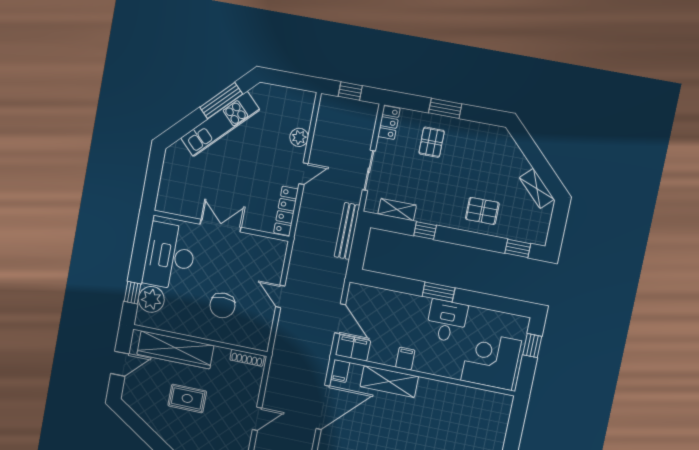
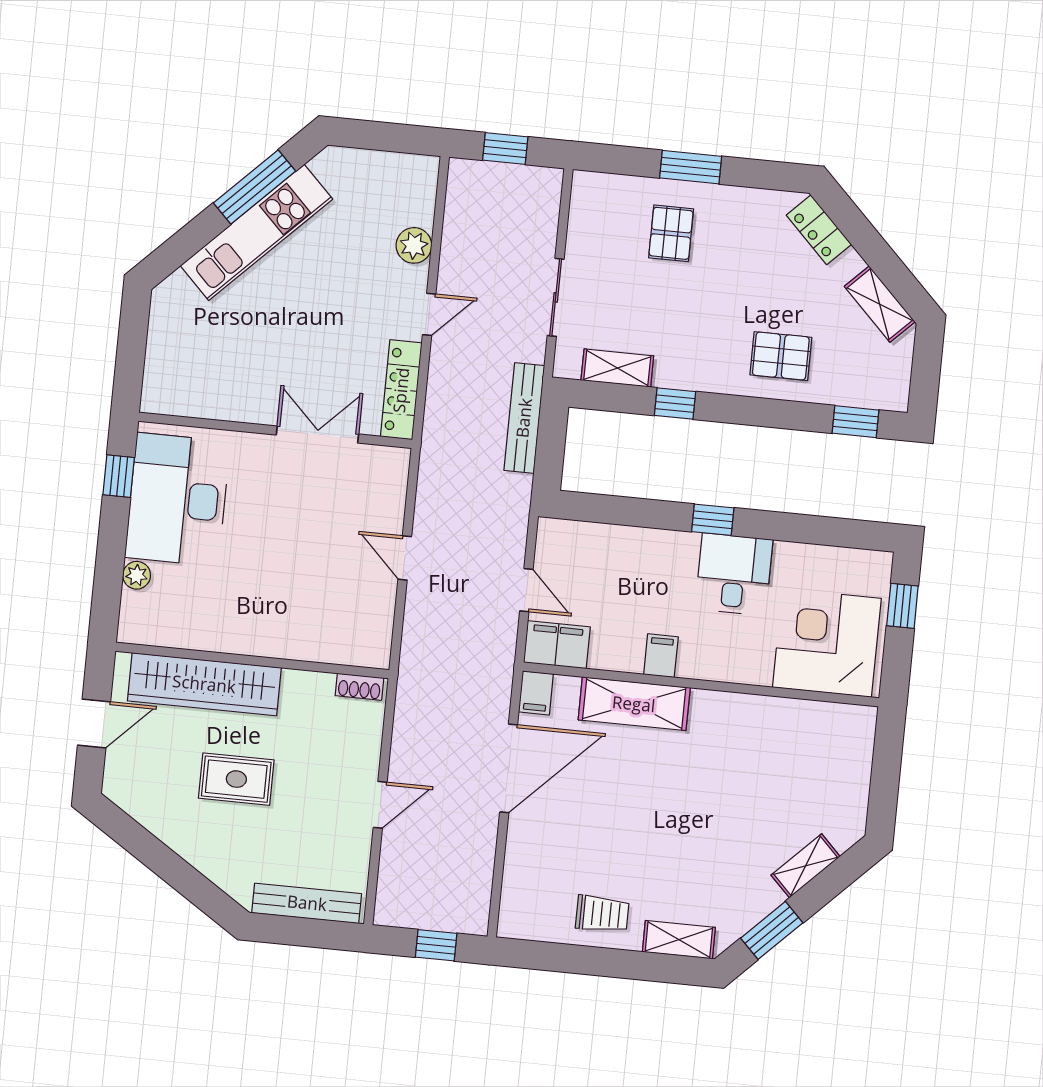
locker: (389, 123) -> (819, 230), moved, turned 135
double door: (221, 226) -> (317, 434), moved
window: (439, 292) -> (713, 520), width x0.67
window: (133, 293) -> (119, 476), moved
plant: (151, 299) -> (137, 575), width x0.53, depth x0.53
chair: (222, 305) -> (291, 587), removed
door: (340, 319) -> (526, 590), width x0.73
shoe rack: (247, 358) -> (359, 687), width x0.70

